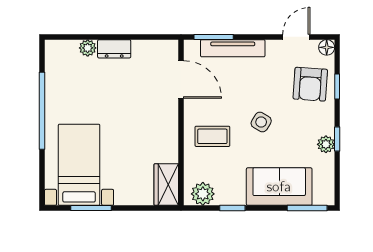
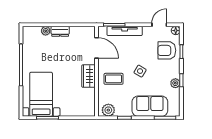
armchair: (310, 84) -> (167, 50), turned 86
wardrobe: (166, 185) -> (89, 76), moved

